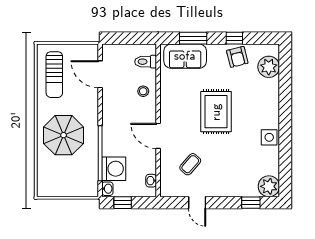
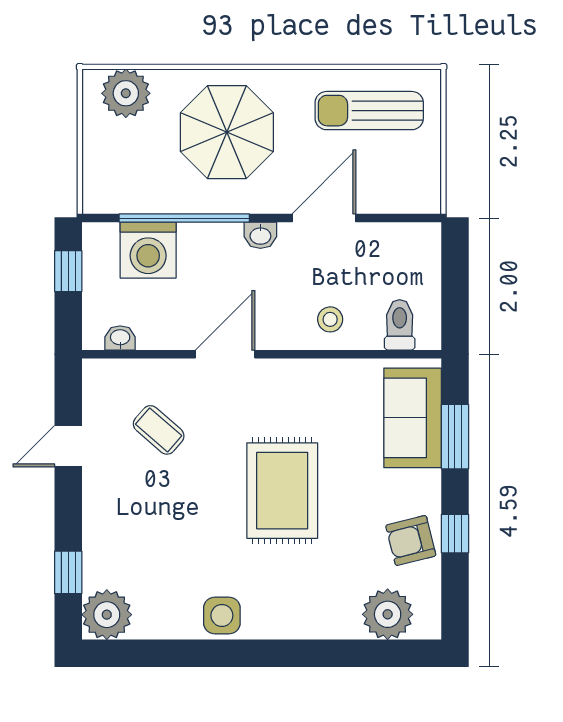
door: (100, 74) -> (324, 218), moved
rug: (216, 112) -> (282, 491), turned 90
plant: (47, 178) -> (126, 93), added
washbasin: (107, 189) -> (260, 235), moved

